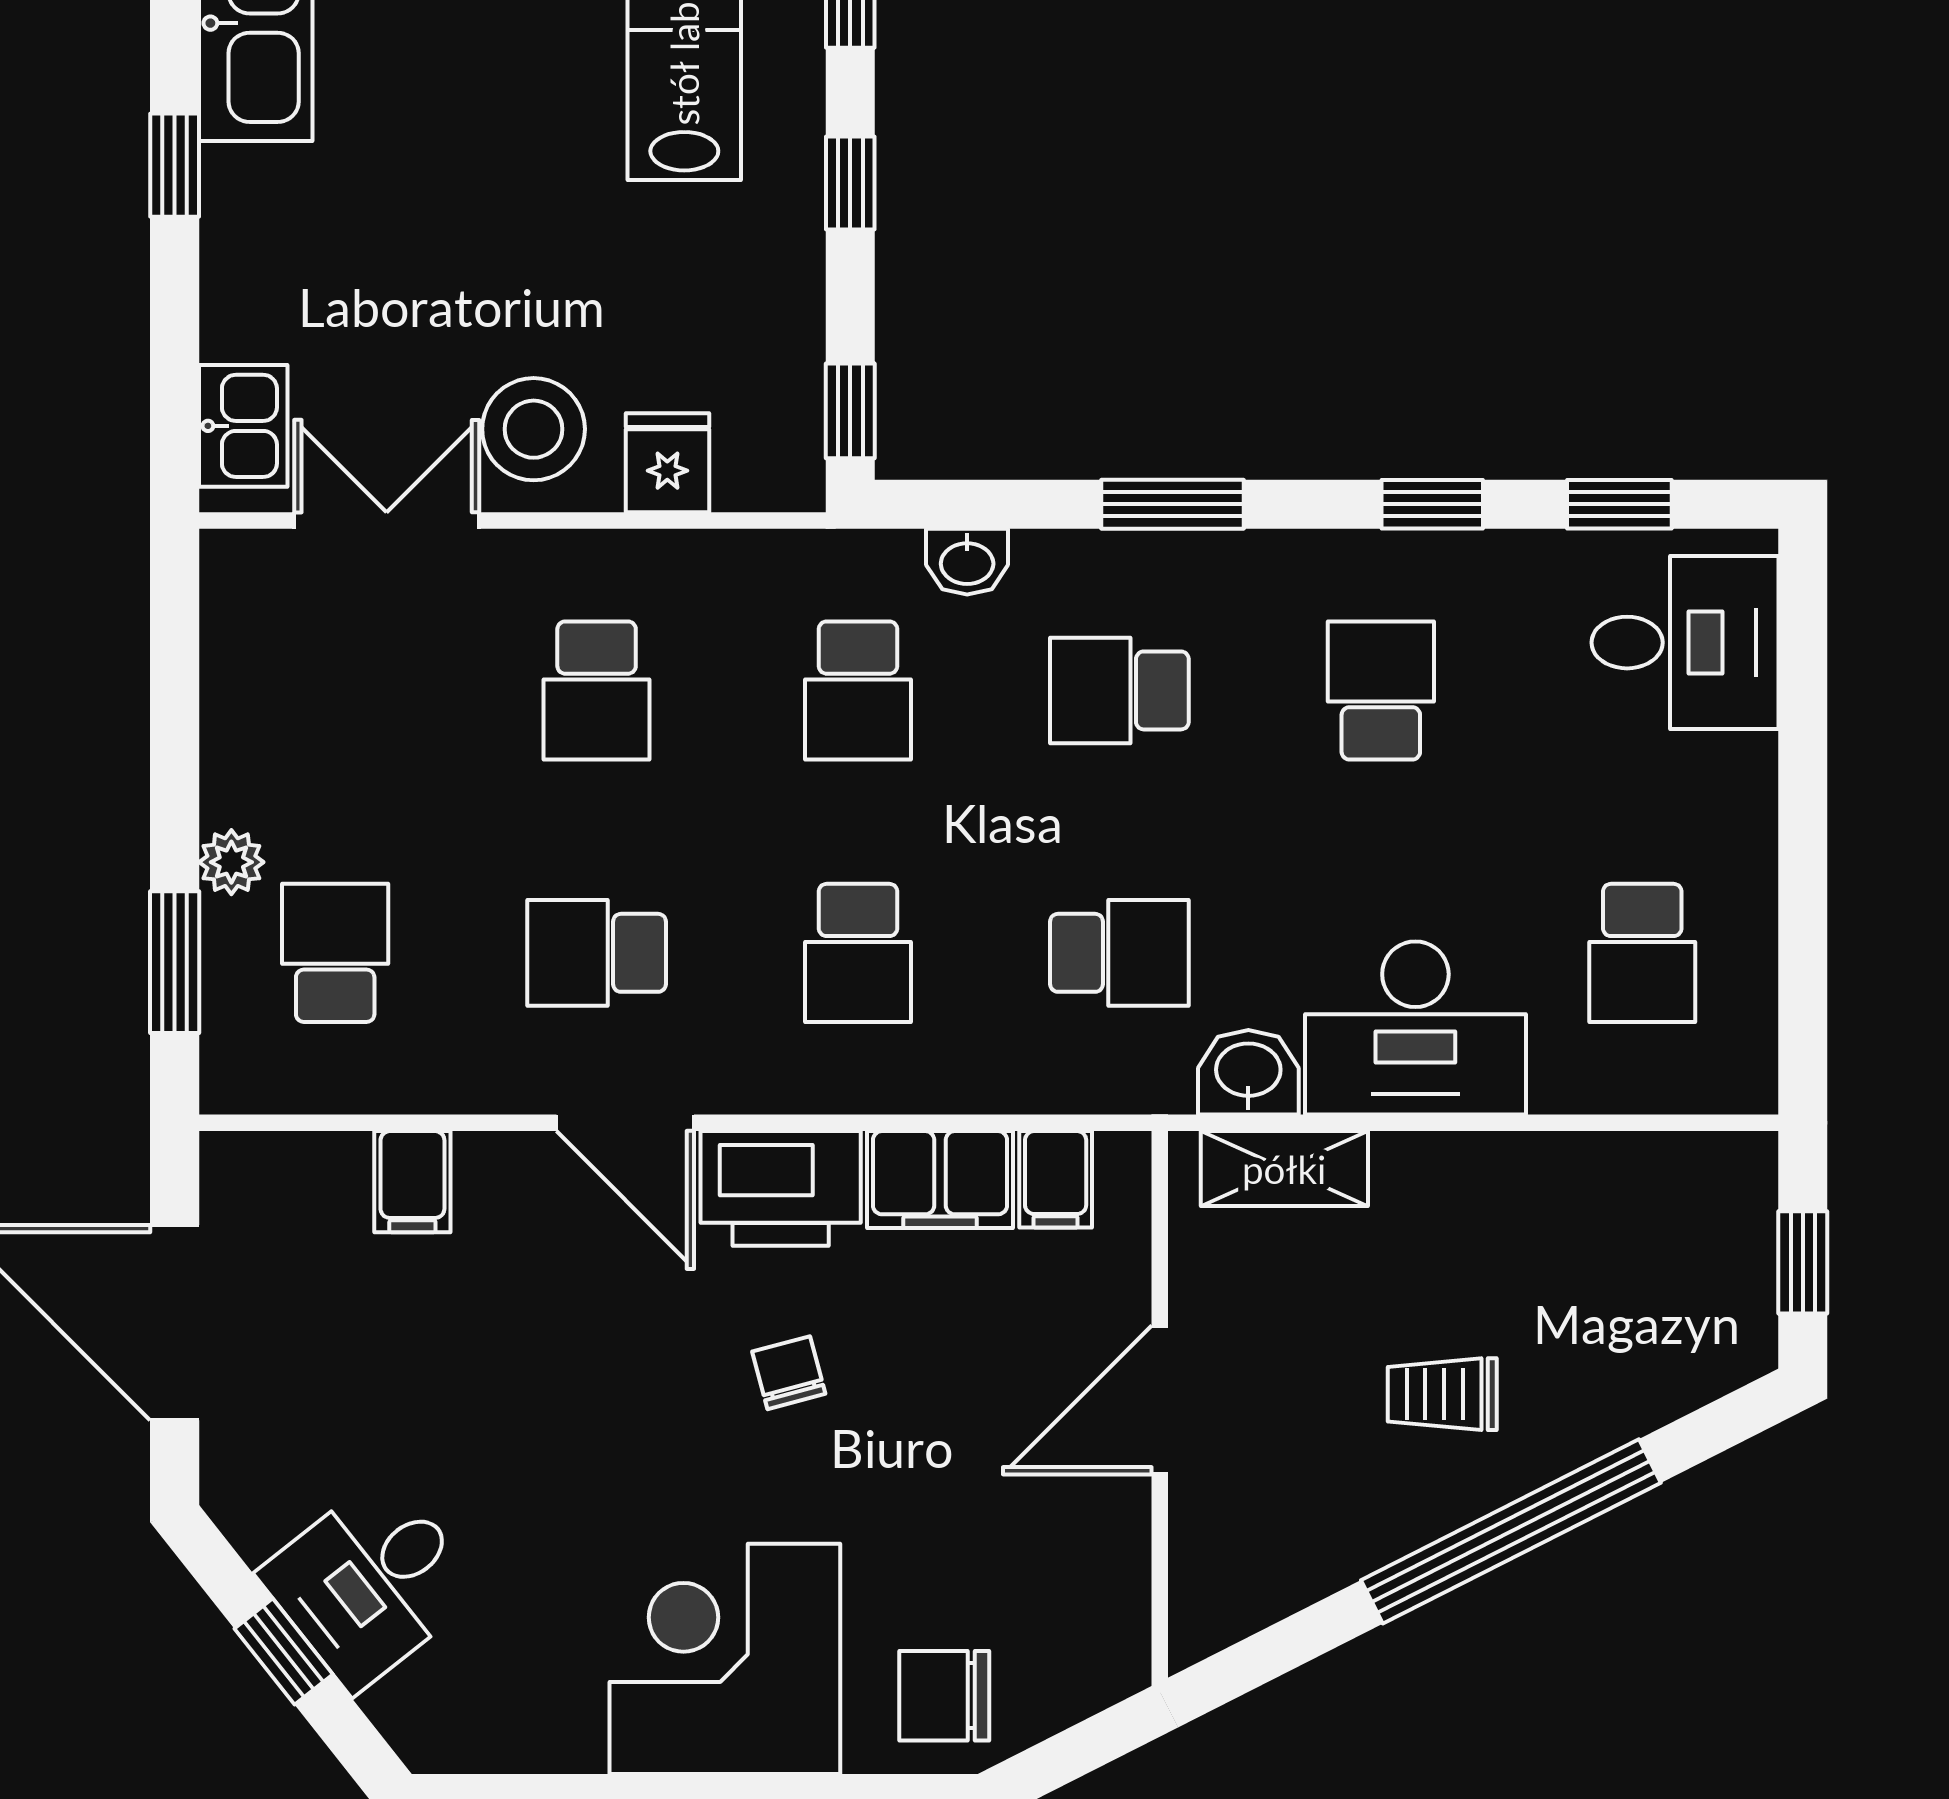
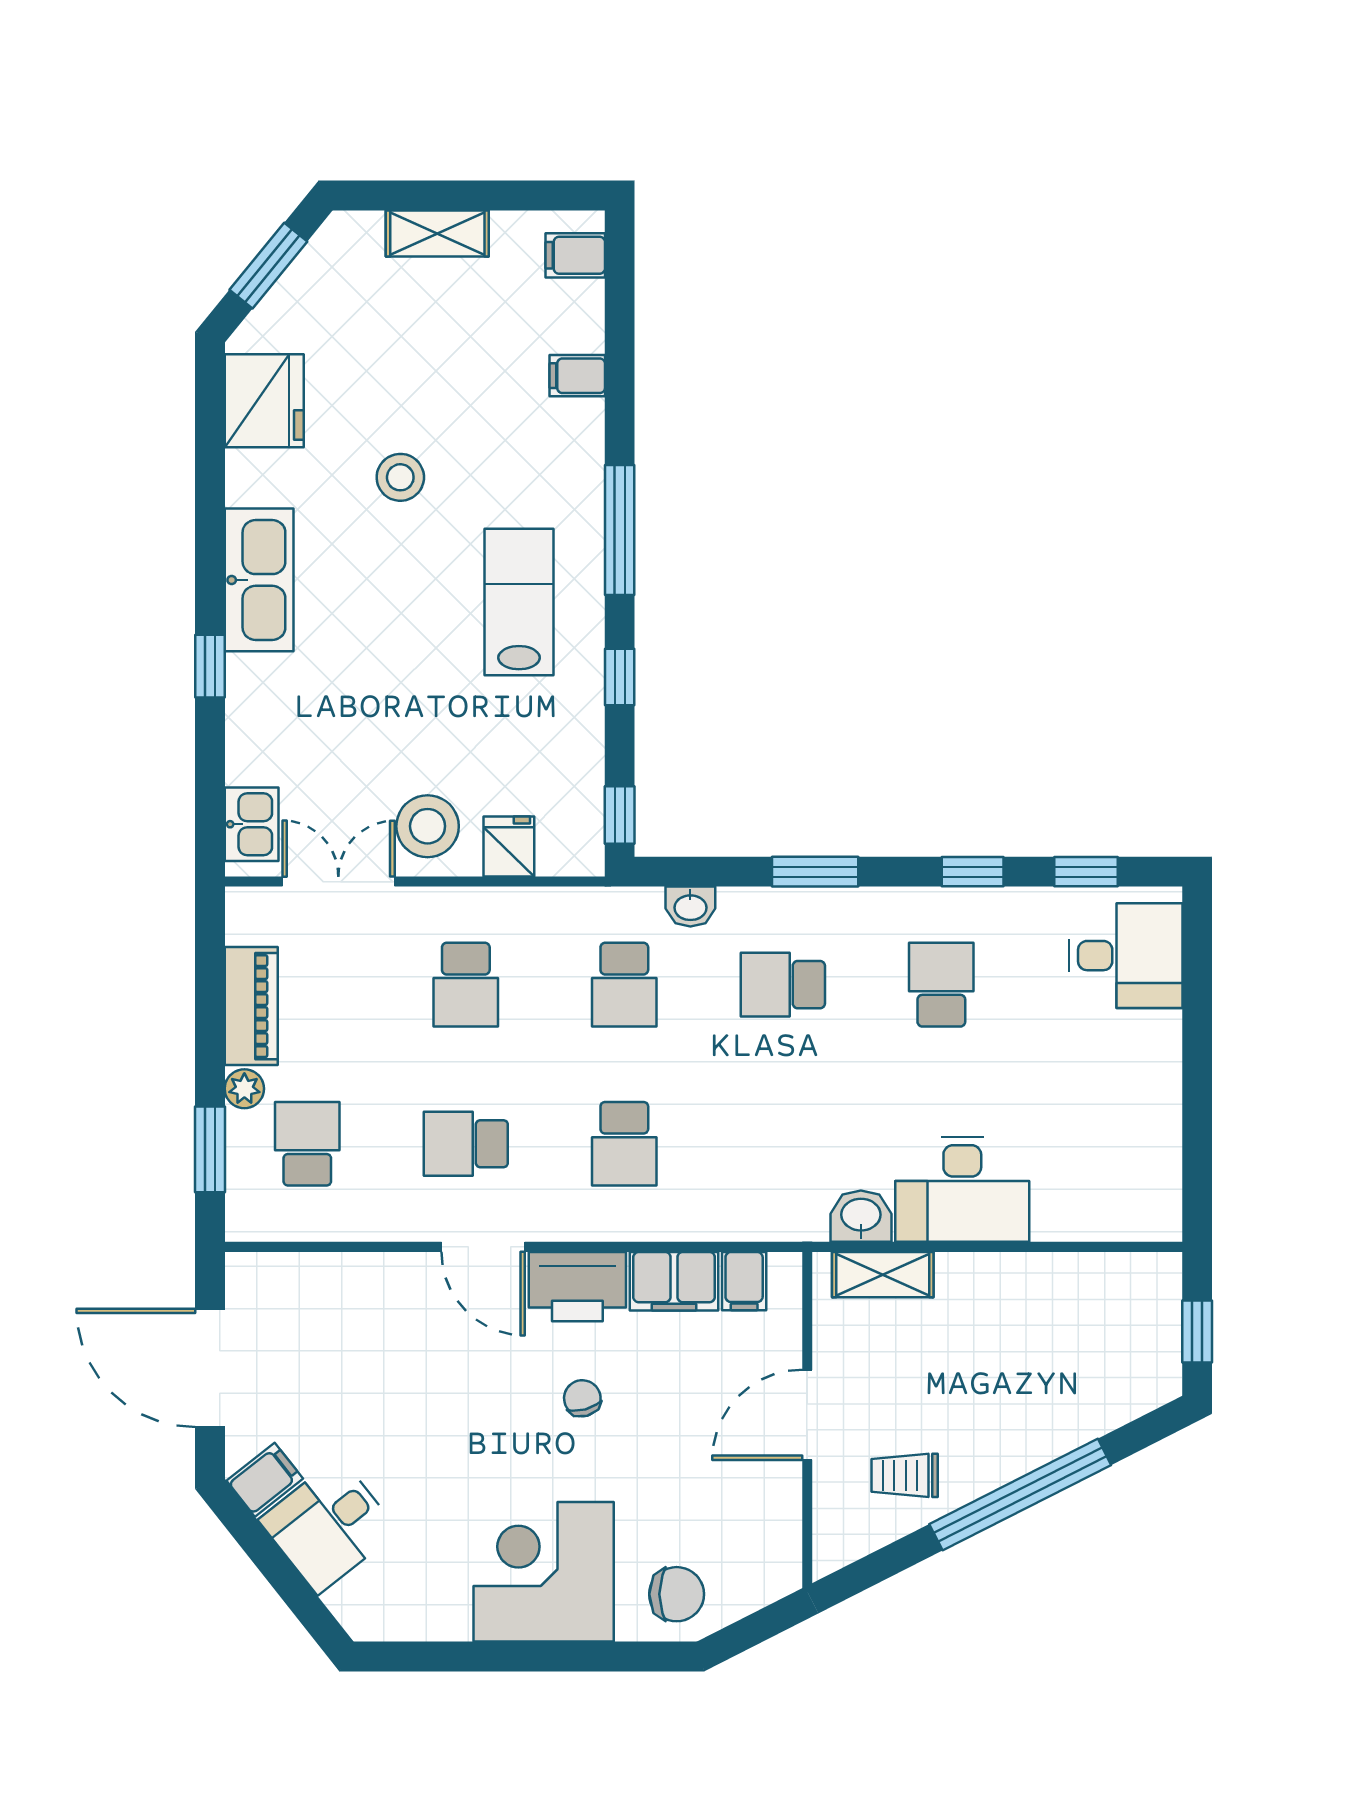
piano: (243, 726) -> (251, 1006), added
school desk: (1119, 953) -> (783, 1144), removed
school desk: (1642, 953) -> (1100, 1144), removed
filing cabinet: (412, 1182) -> (265, 1480), moved, turned -128
trolley: (1442, 1394) -> (905, 1475), moved
window: (284, 1651) -> (276, 1567), removed
chair: (944, 1696) -> (677, 1594), turned 180

